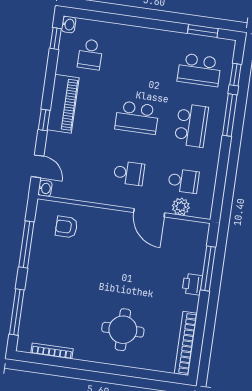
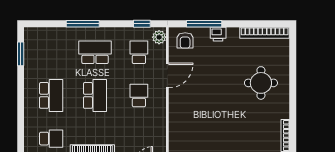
school desk: (199, 70) -> (51, 95), moved
window: (235, 75) -> (142, 24), moved
plant: (181, 207) -> (159, 37), moved
armchair: (66, 227) -> (185, 40), moved

